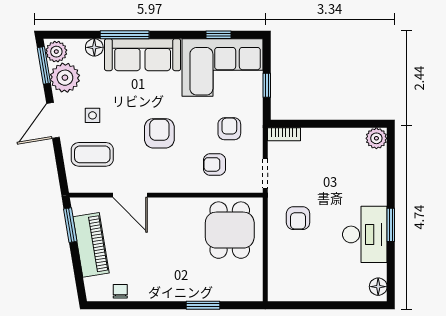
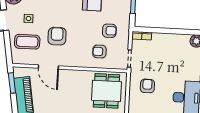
armchair: (229, 129) -> (109, 31), turned 90
armchair: (159, 133) -> (57, 36), moved
armchair: (298, 218) -> (147, 86), turned 180

